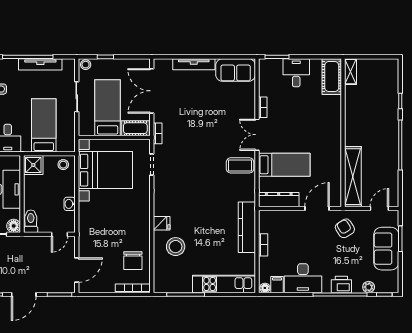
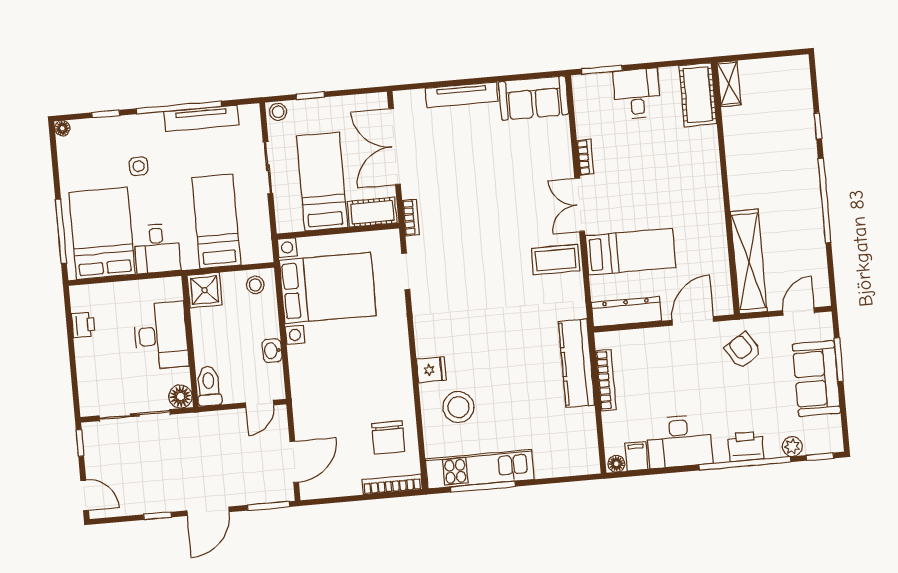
bookcase: (263, 245) -> (606, 380), width x1.56
kitchen unit: (224, 284) -> (480, 469), moved

